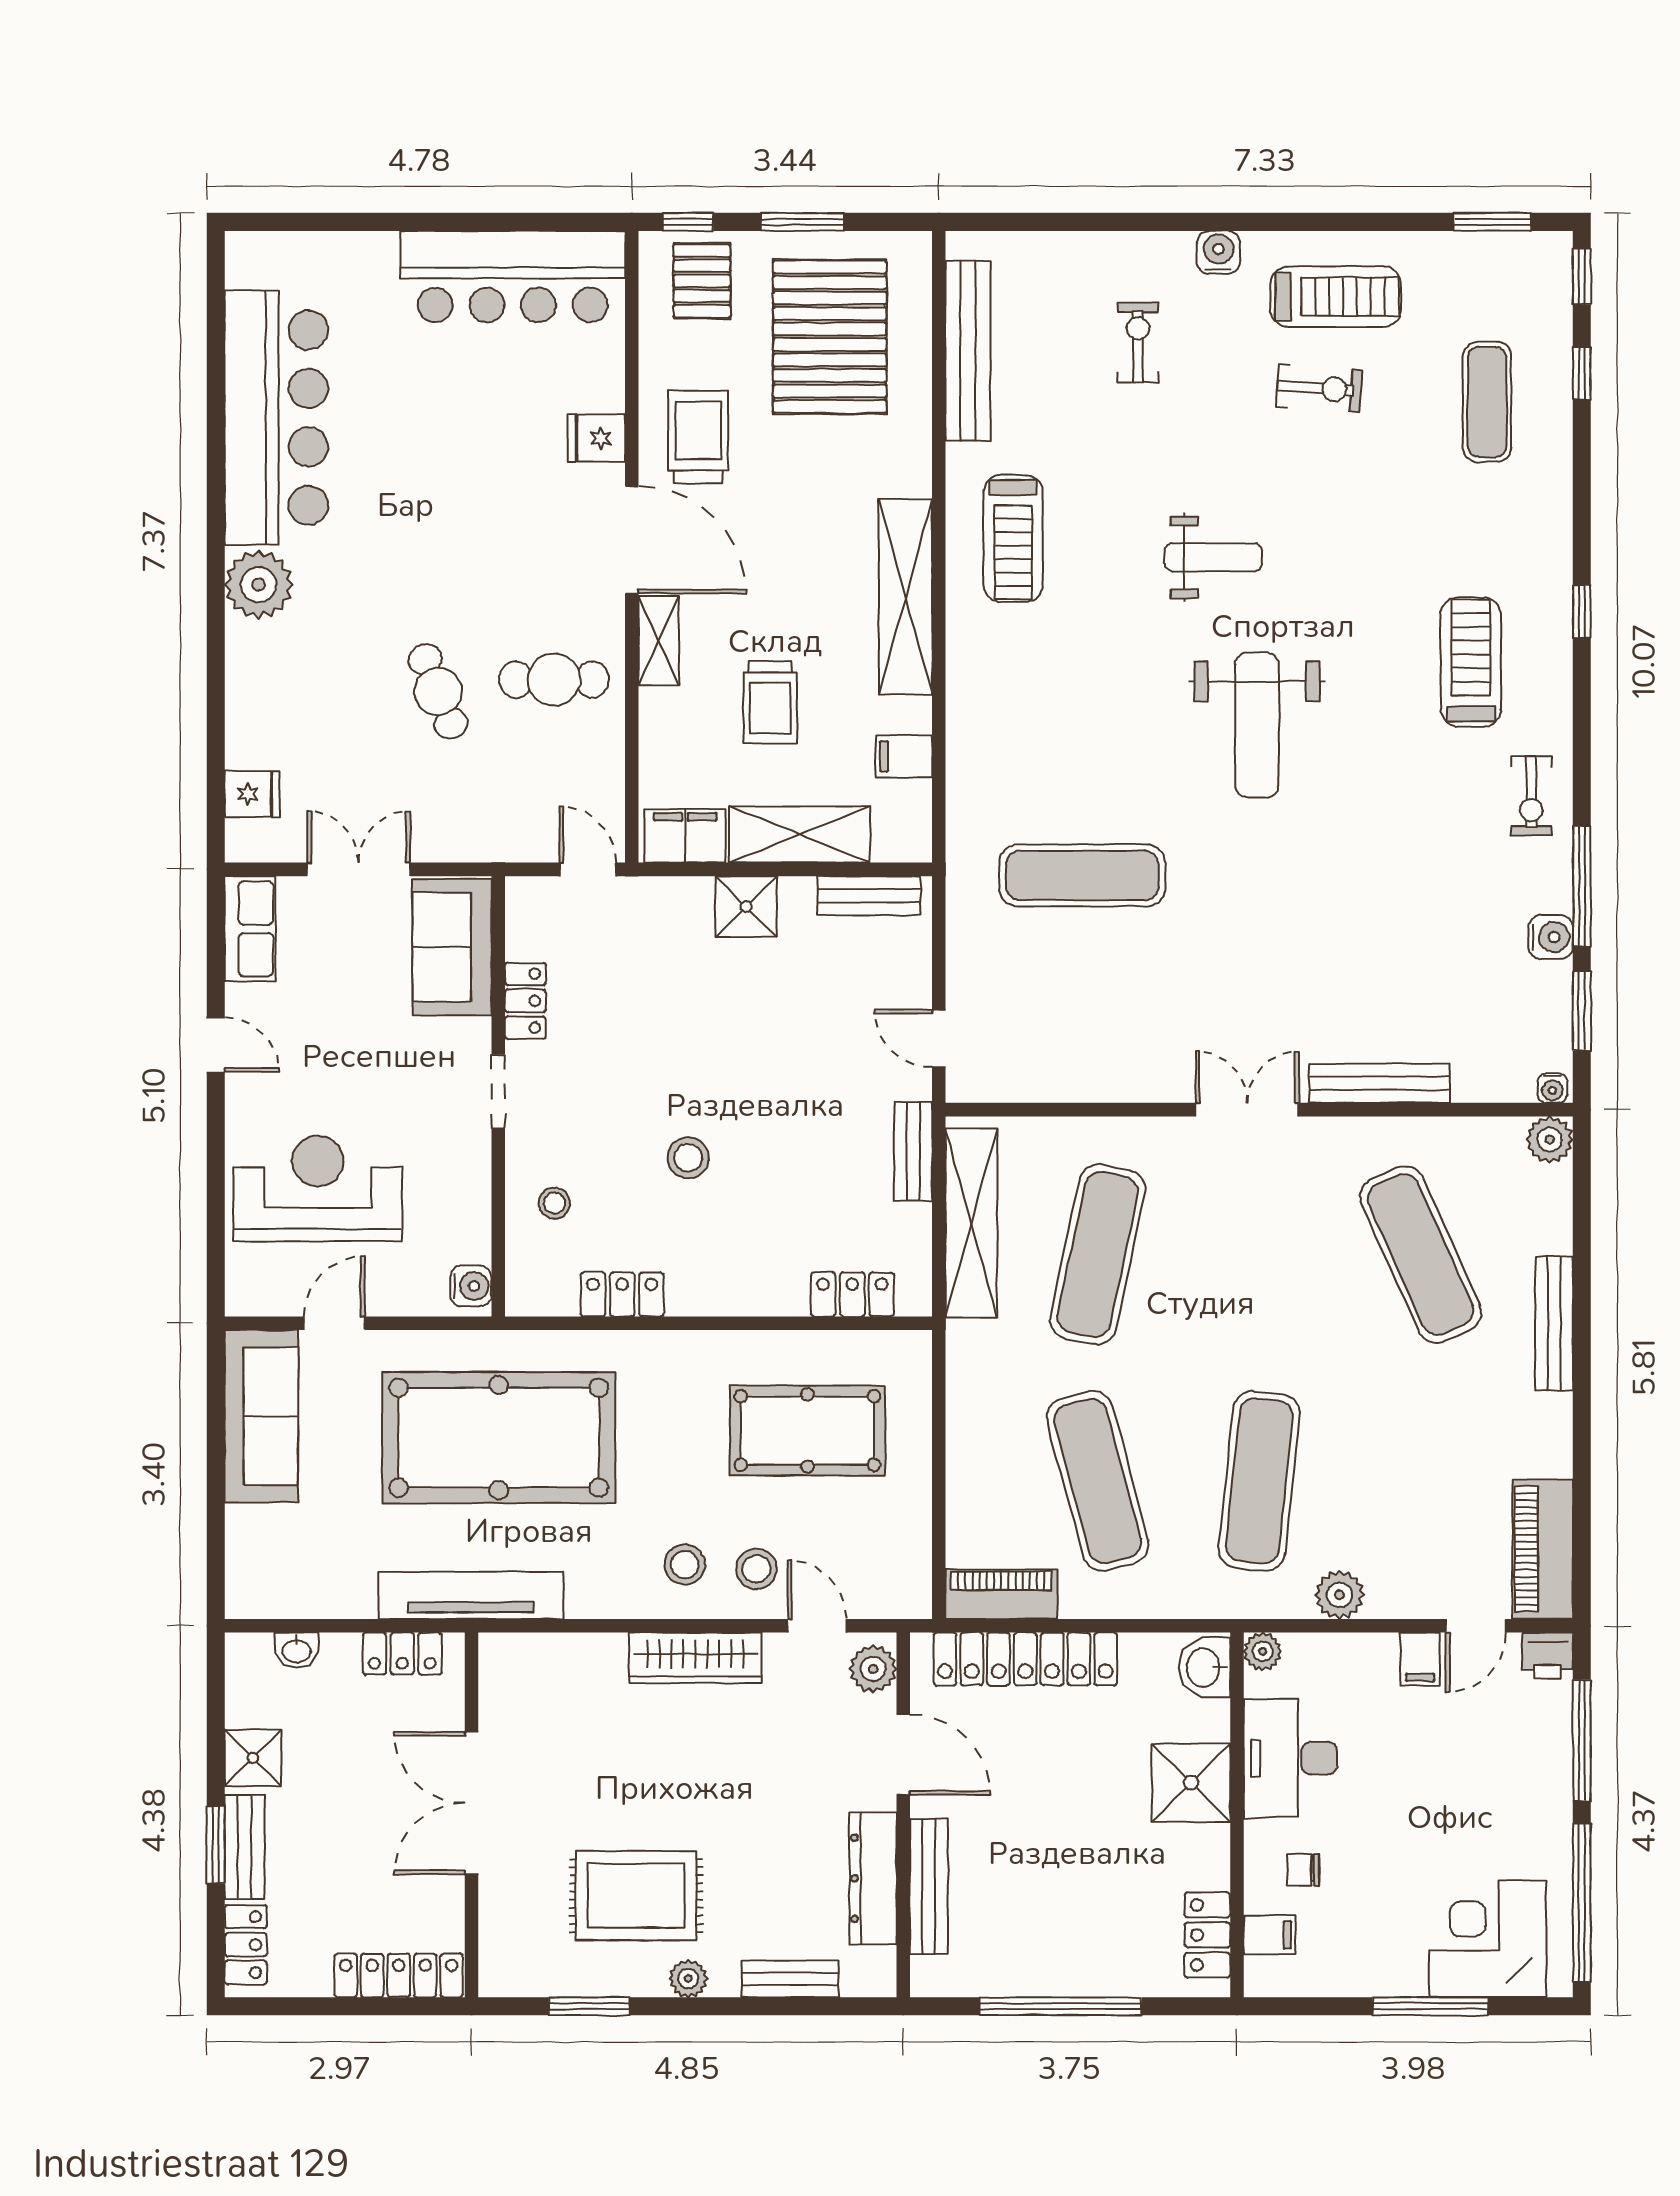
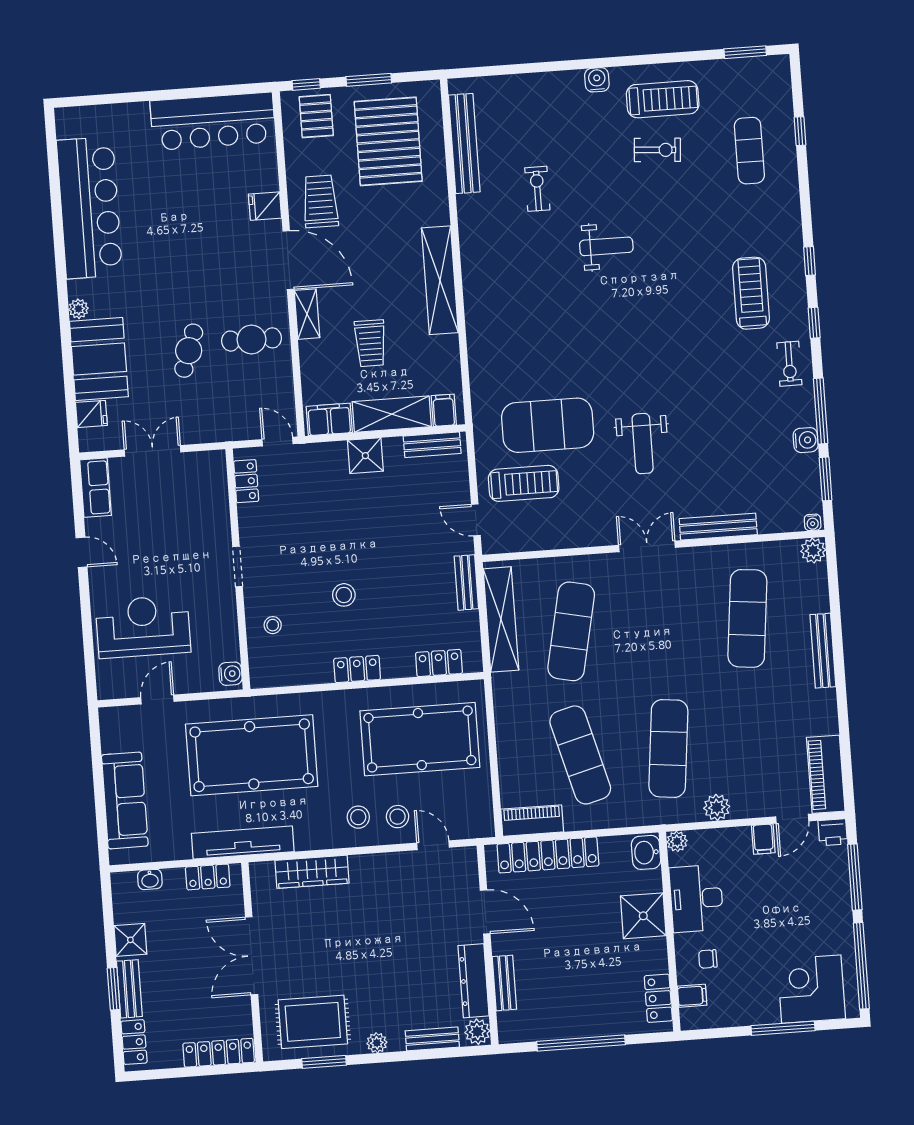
window: (1582, 276) -> (814, 323), moved
exercise bike: (1138, 343) -> (537, 189), moved
treadmill: (1013, 538) -> (524, 483), moved, turned -90
plant: (259, 585) -> (78, 309), width x0.53, depth x0.53
cafe table: (438, 691) -> (189, 351), turned 41
booth: (273, 695) -> (99, 359), added
weight bench: (1257, 725) -> (643, 444), moved, width x0.73, depth x0.75
filing cabinet: (904, 756) -> (444, 410), moved, turned 90
exercise mat: (1082, 875) -> (548, 425), width x1.47
sofa: (452, 947) -> (207, 490), removed
locker: (525, 1001) -> (246, 481), moved
exercise mat: (1421, 1254) -> (747, 618), turned 30
locker: (622, 1294) -> (357, 669), moved
sofa: (261, 1416) -> (125, 800), moved
pool table: (807, 1431) -> (420, 739), width x1.36, depth x1.32
wardrobe: (695, 1658) -> (312, 872), moved
plant: (873, 1669) -> (477, 1032), moved
bench: (929, 1886) -> (504, 983), width x0.73
rug: (636, 1896) -> (313, 1022), moved

